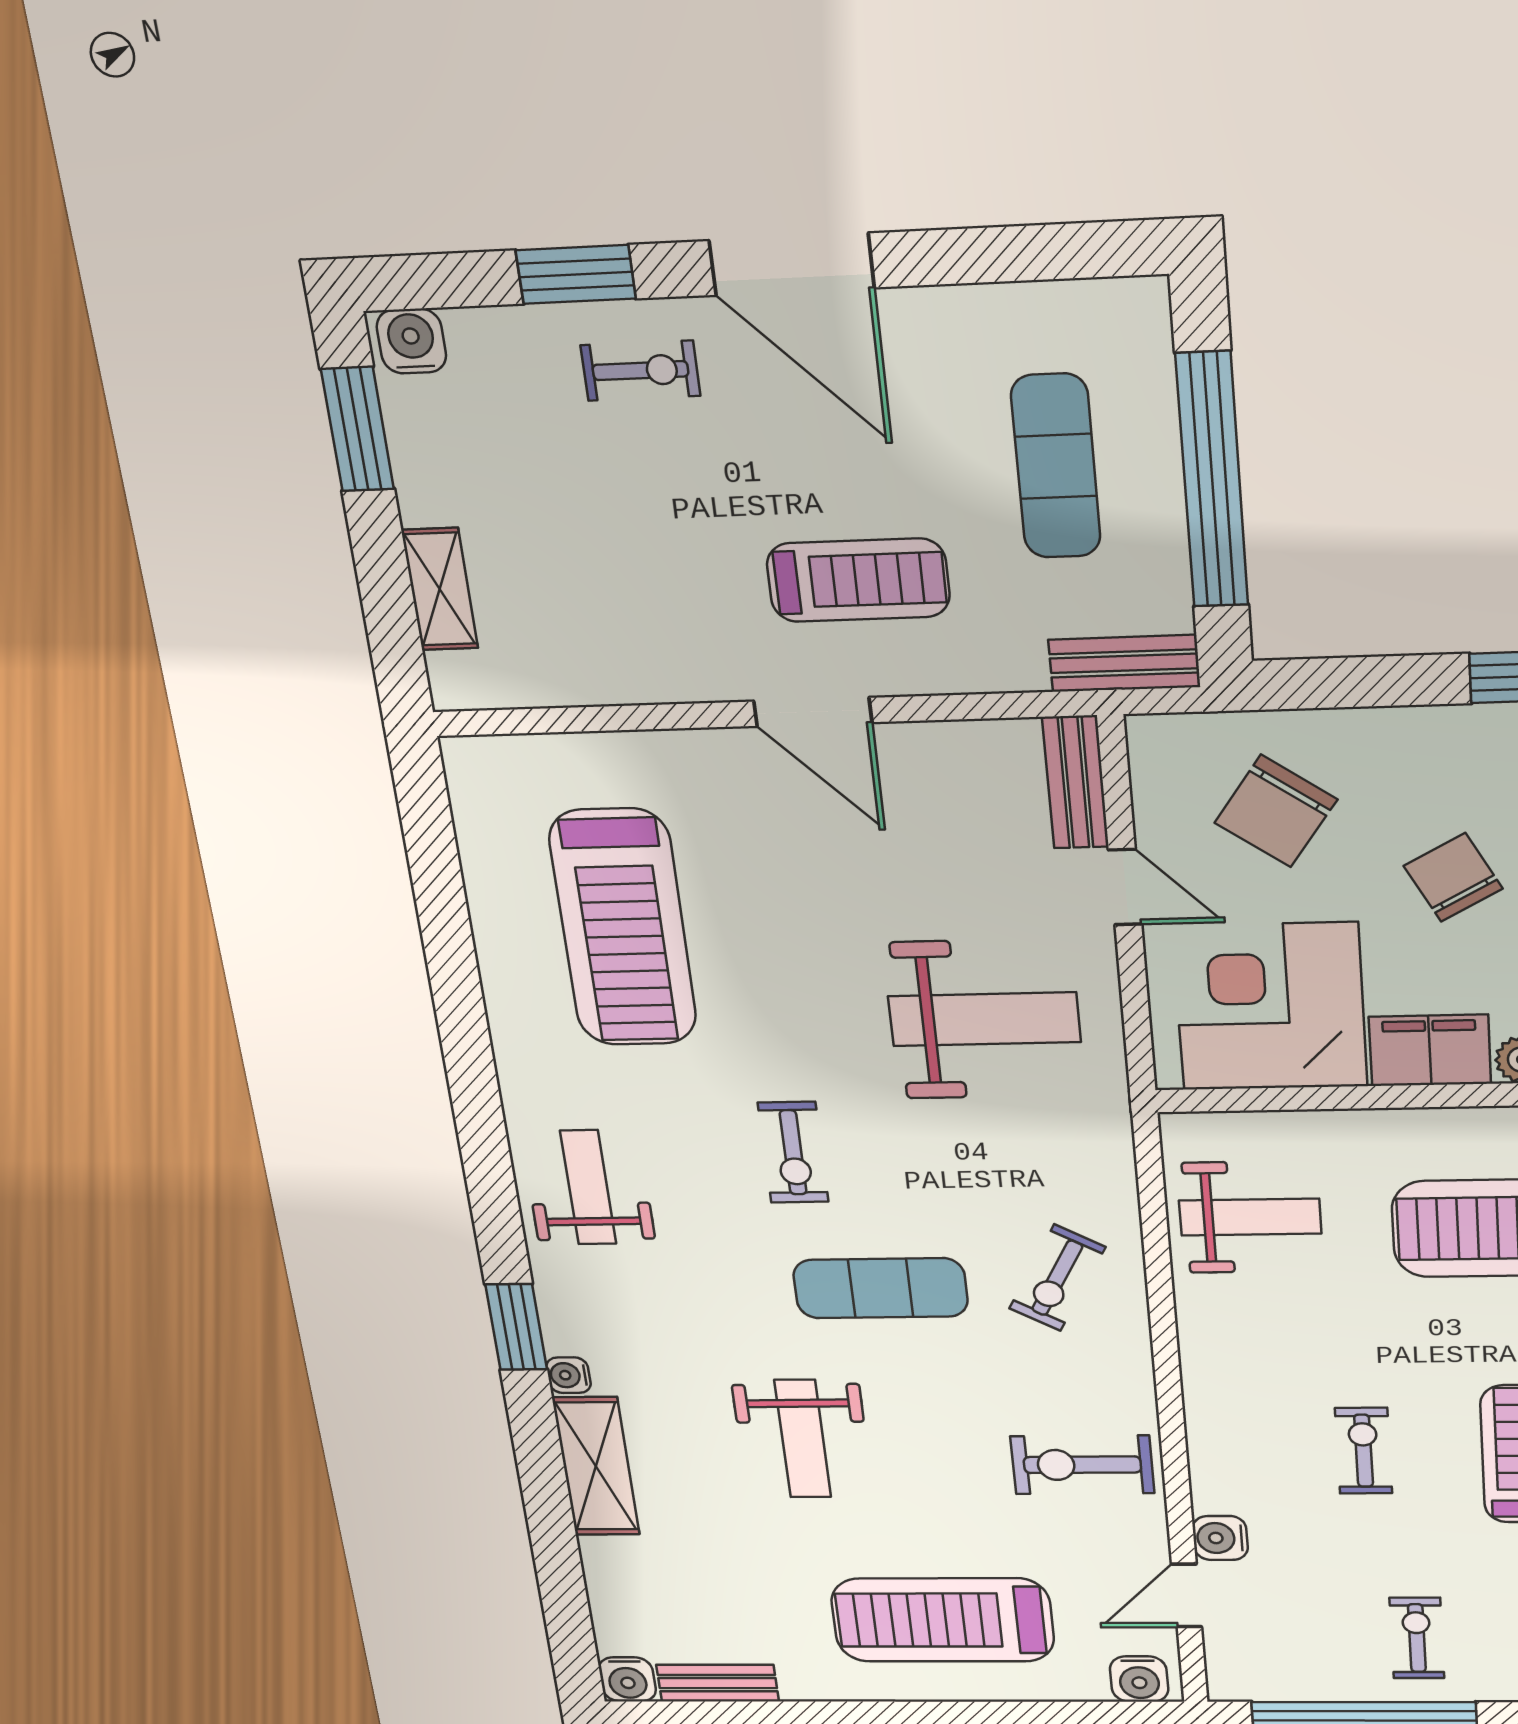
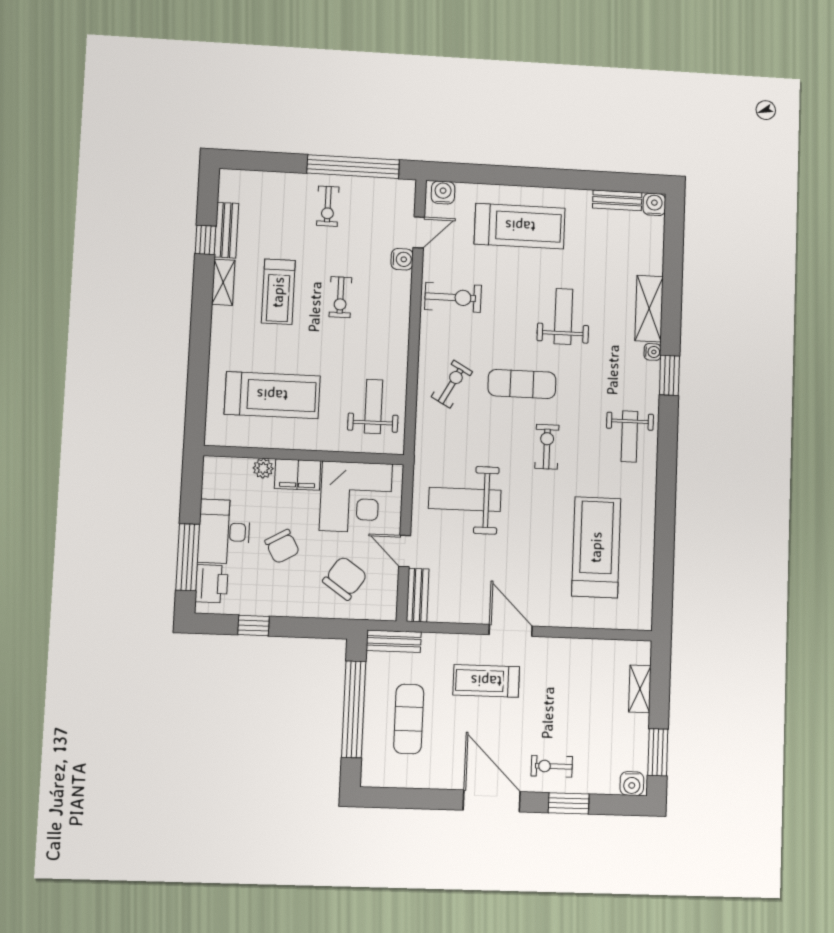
weight bench: (1250, 1217) -> (374, 406), turned 90

